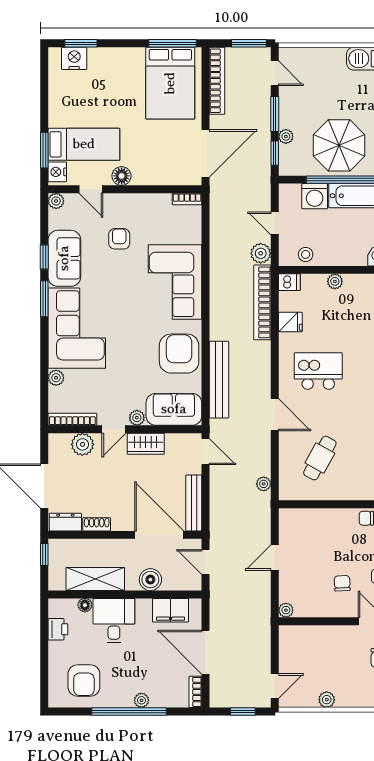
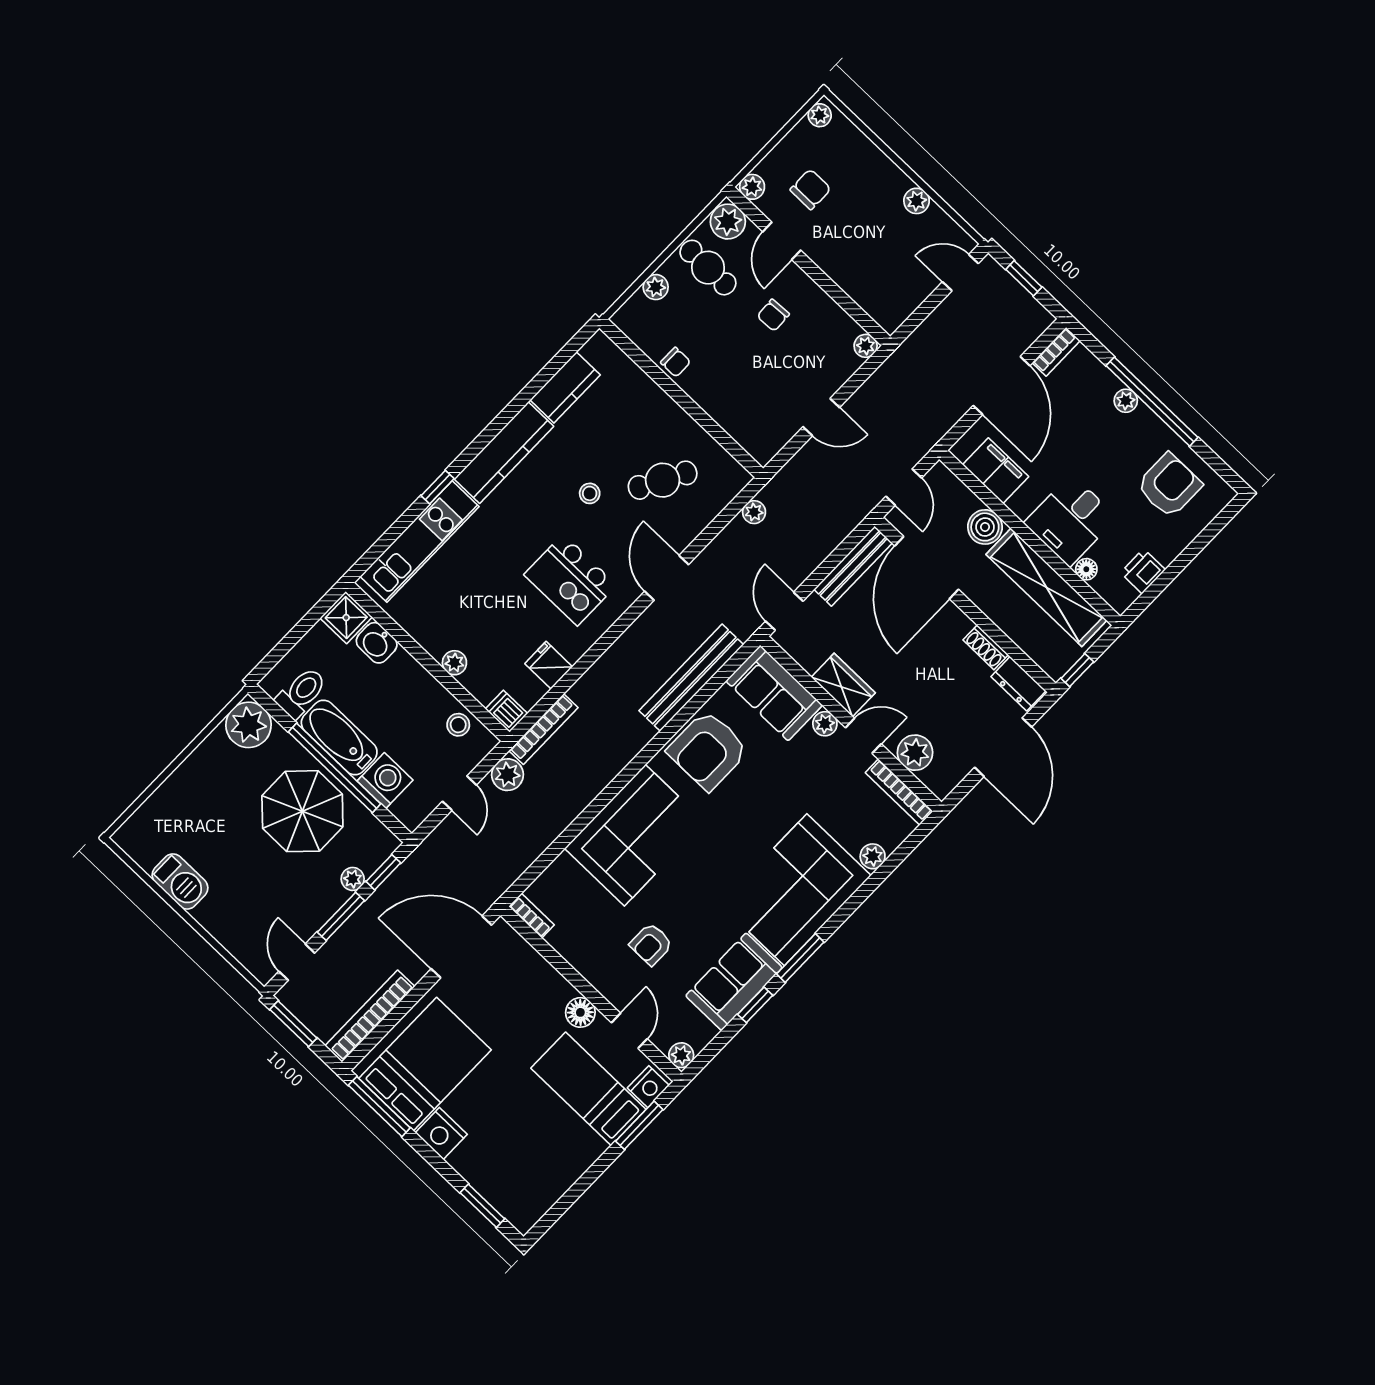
nightstand: (74, 58) -> (441, 1134), moved
bookcase: (262, 302) -> (543, 729), width x0.68, depth x0.76
stool: (348, 420) -> (590, 493), added
shelving: (95, 579) -> (1046, 587), width x1.47

